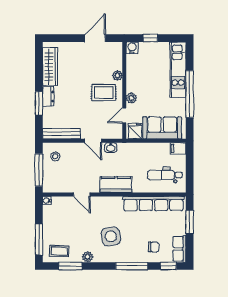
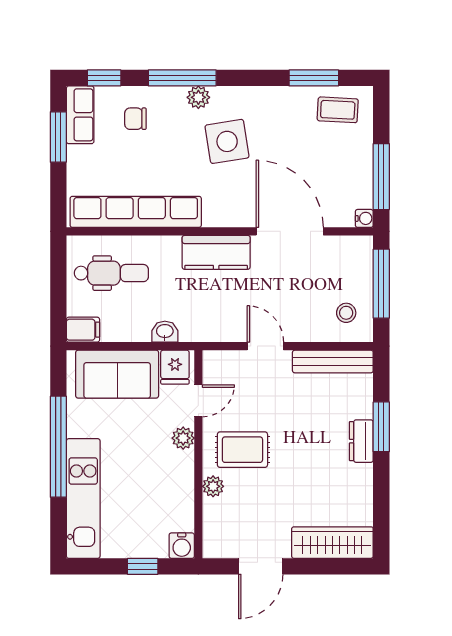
wardrobe: (50, 67) -> (332, 543), moved, turned 90
washbasin: (111, 148) -> (165, 332), moved
door: (82, 194) -> (290, 231), width x1.88
window: (190, 222) -> (58, 137), moved
window: (39, 239) -> (381, 177), moved
plant: (88, 257) -> (198, 97), moved

